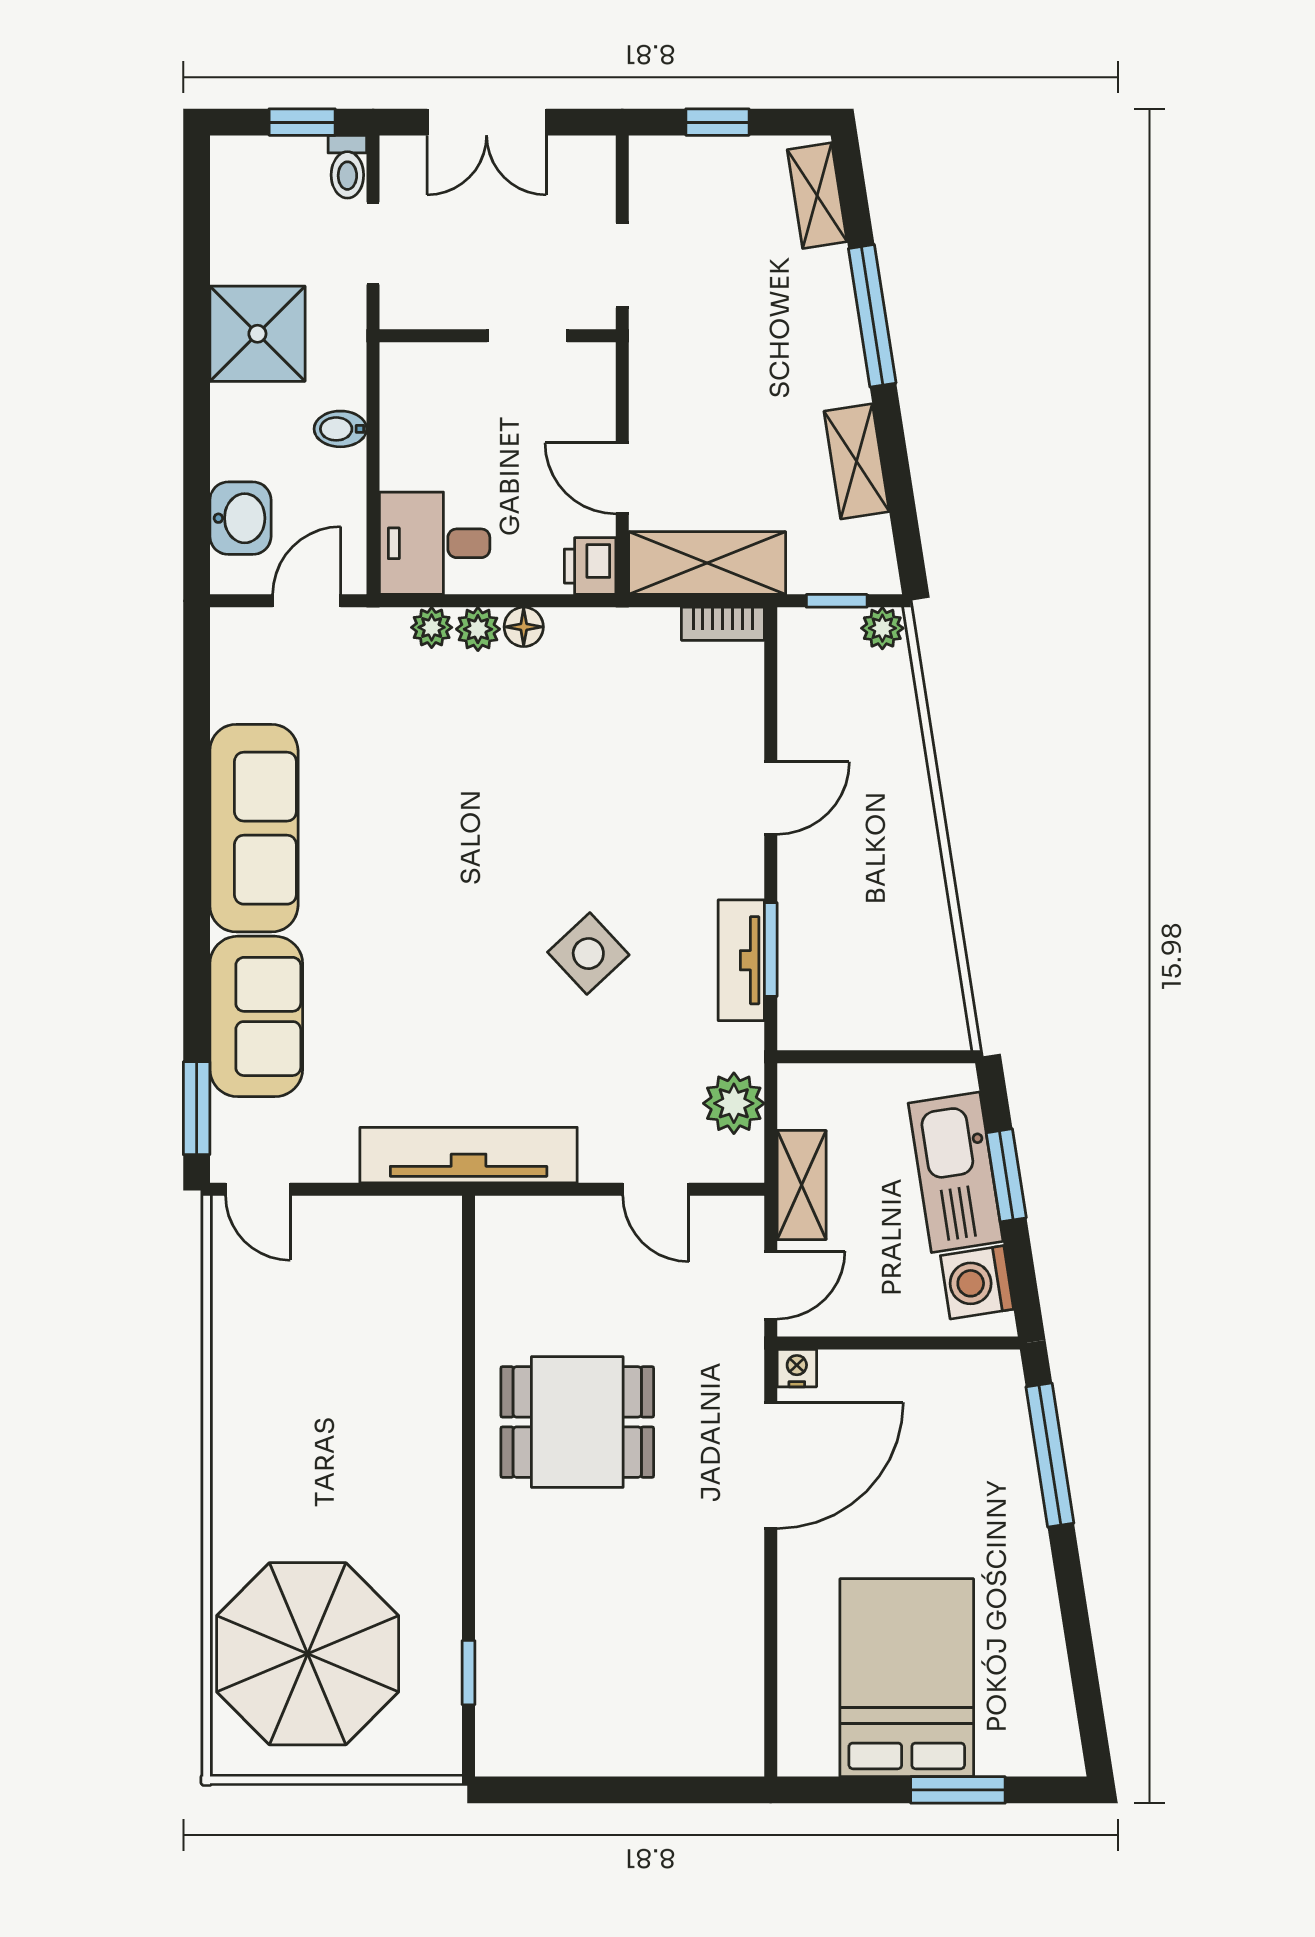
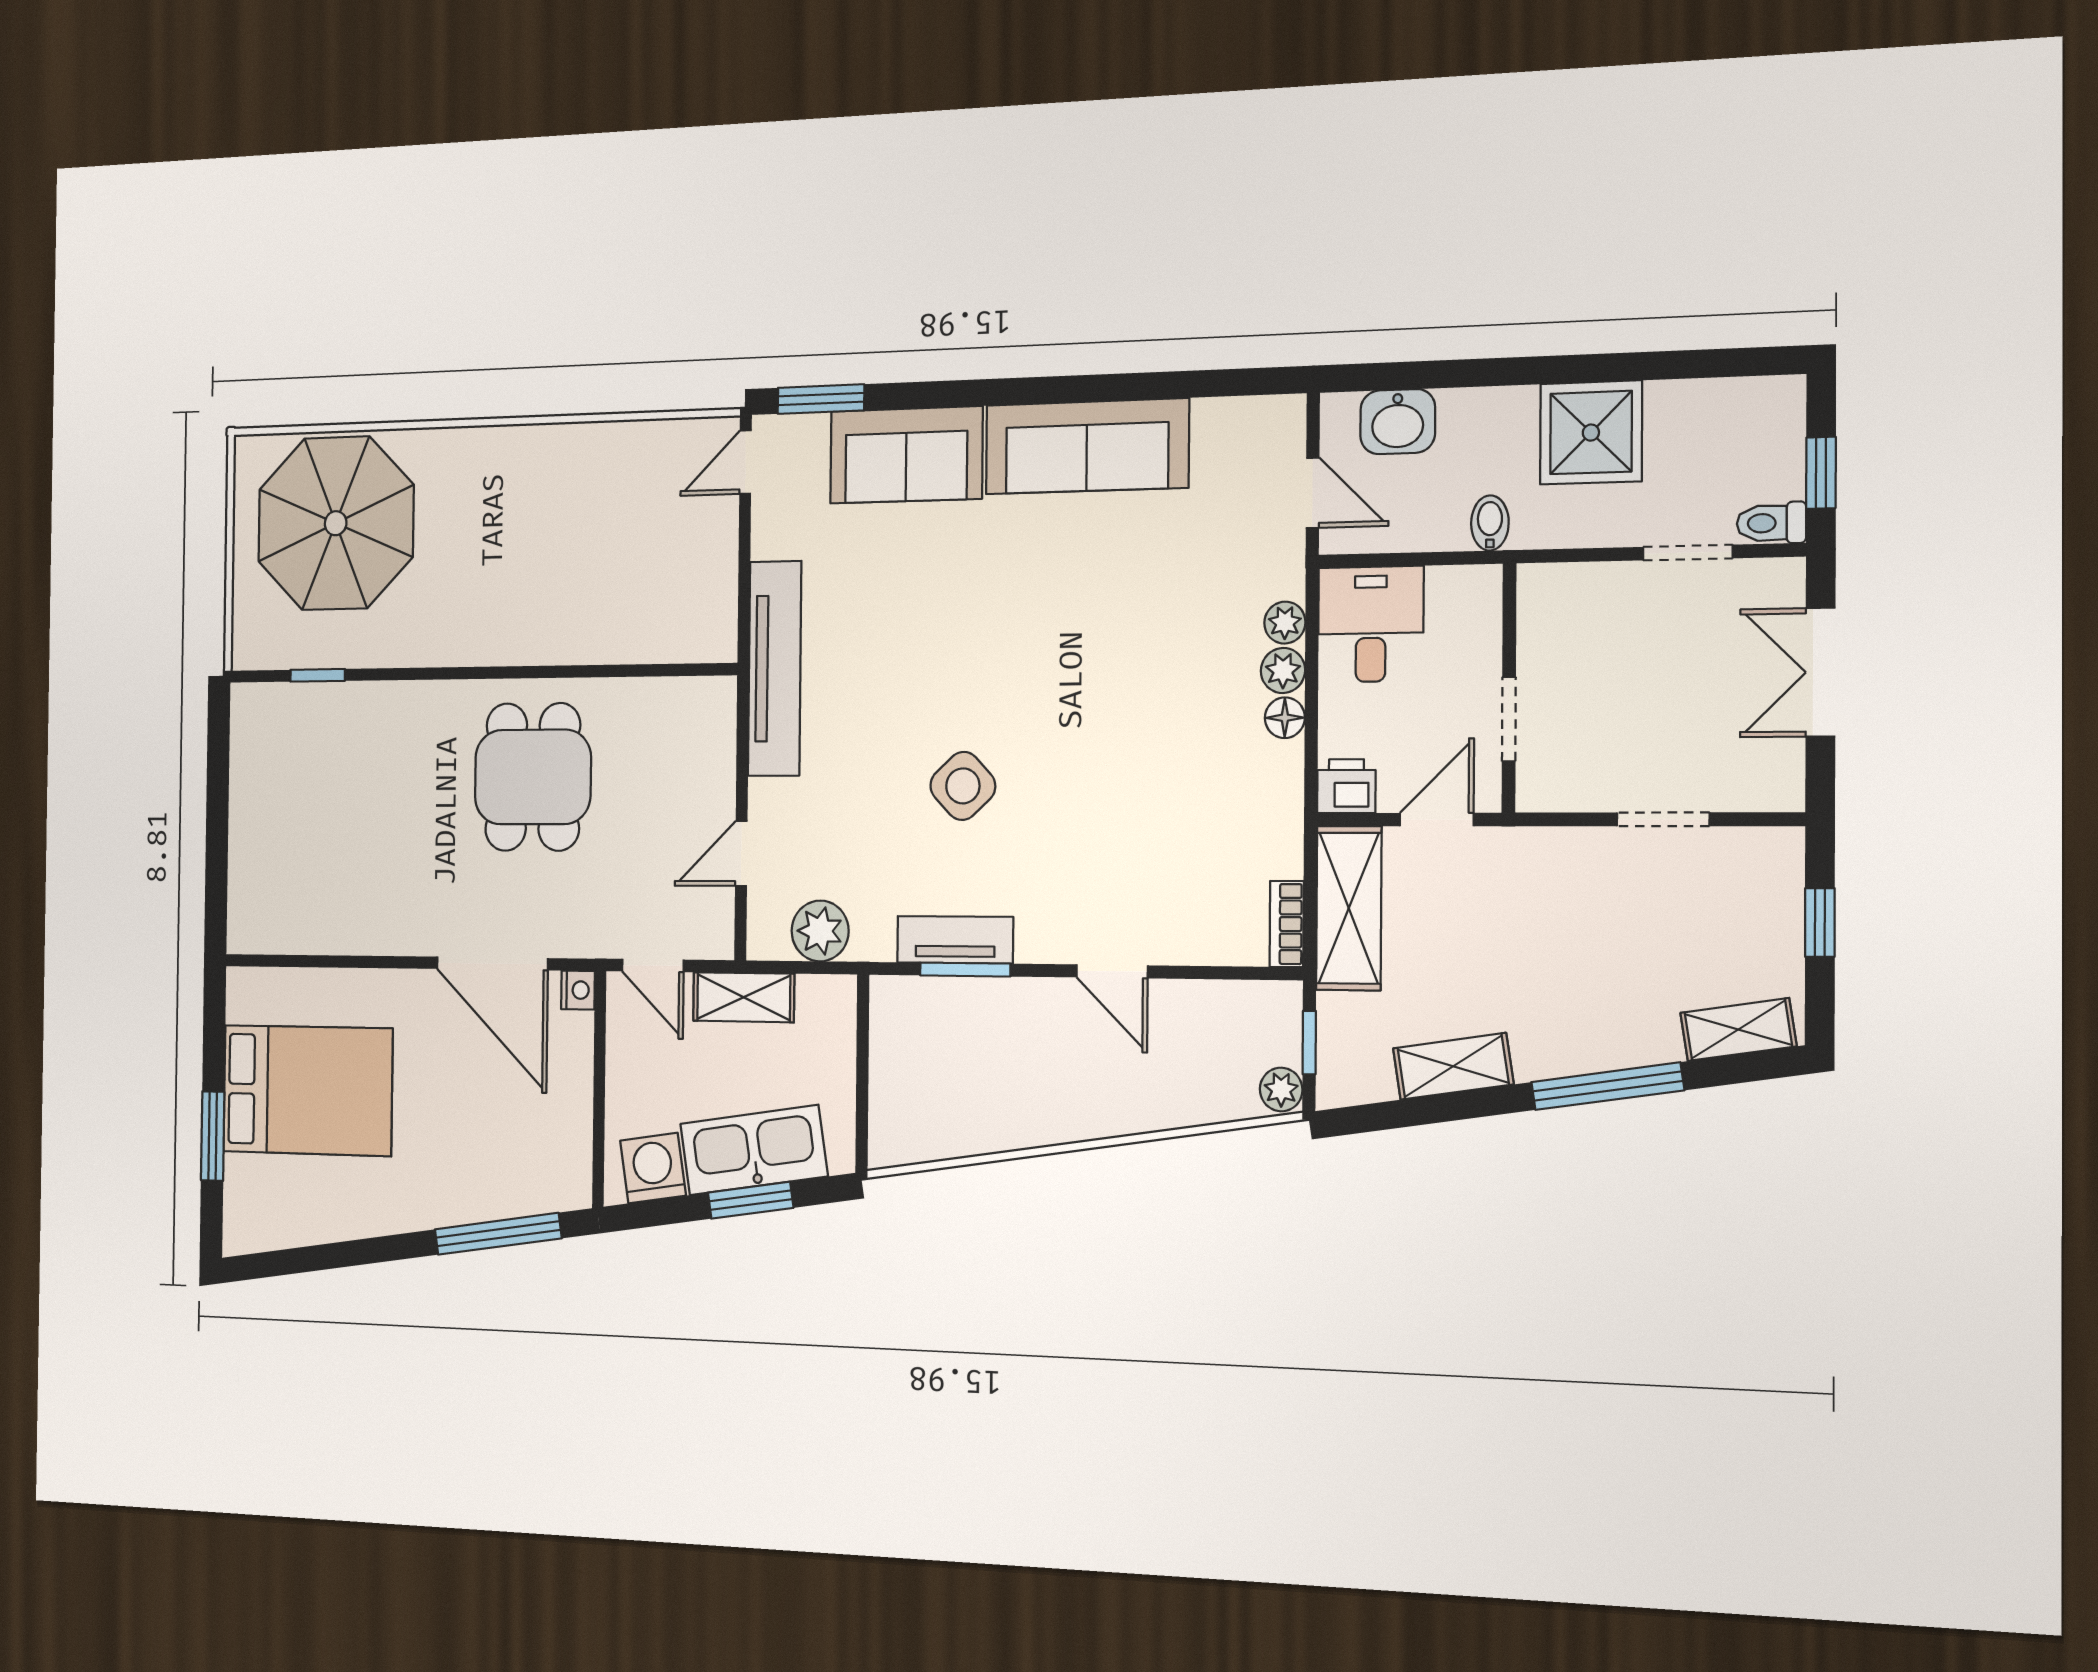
wall: (498, 336) -> (1509, 688), moved
doorway: (527, 336) -> (1509, 719), moved

